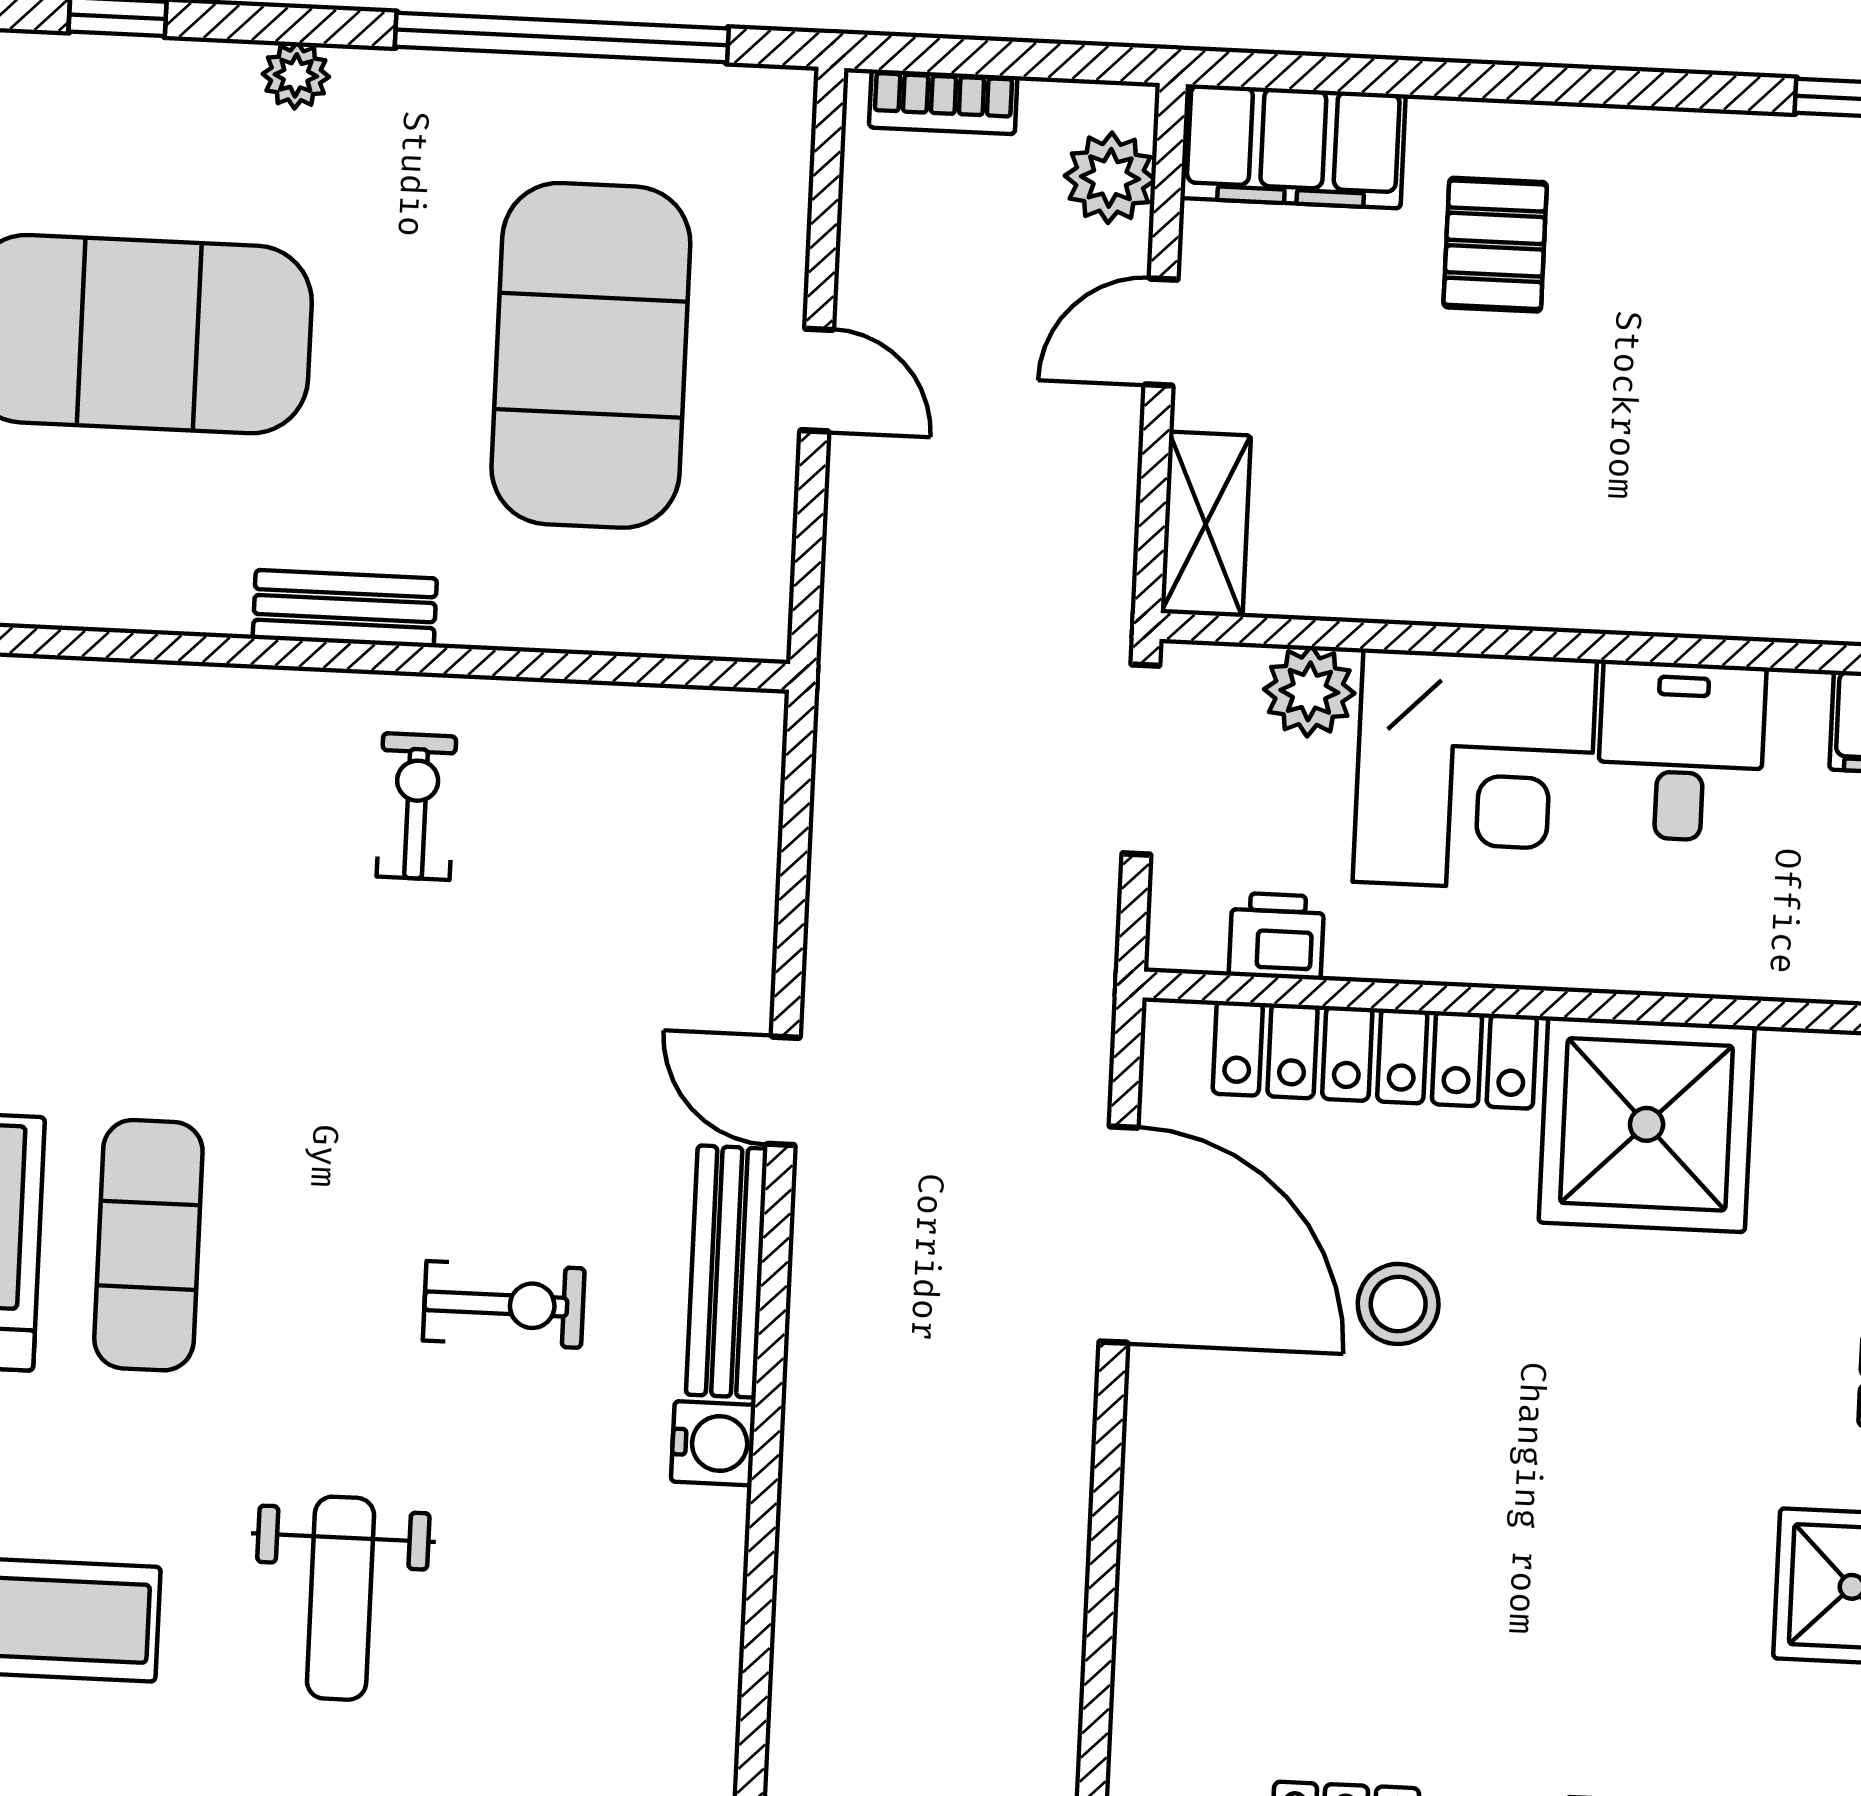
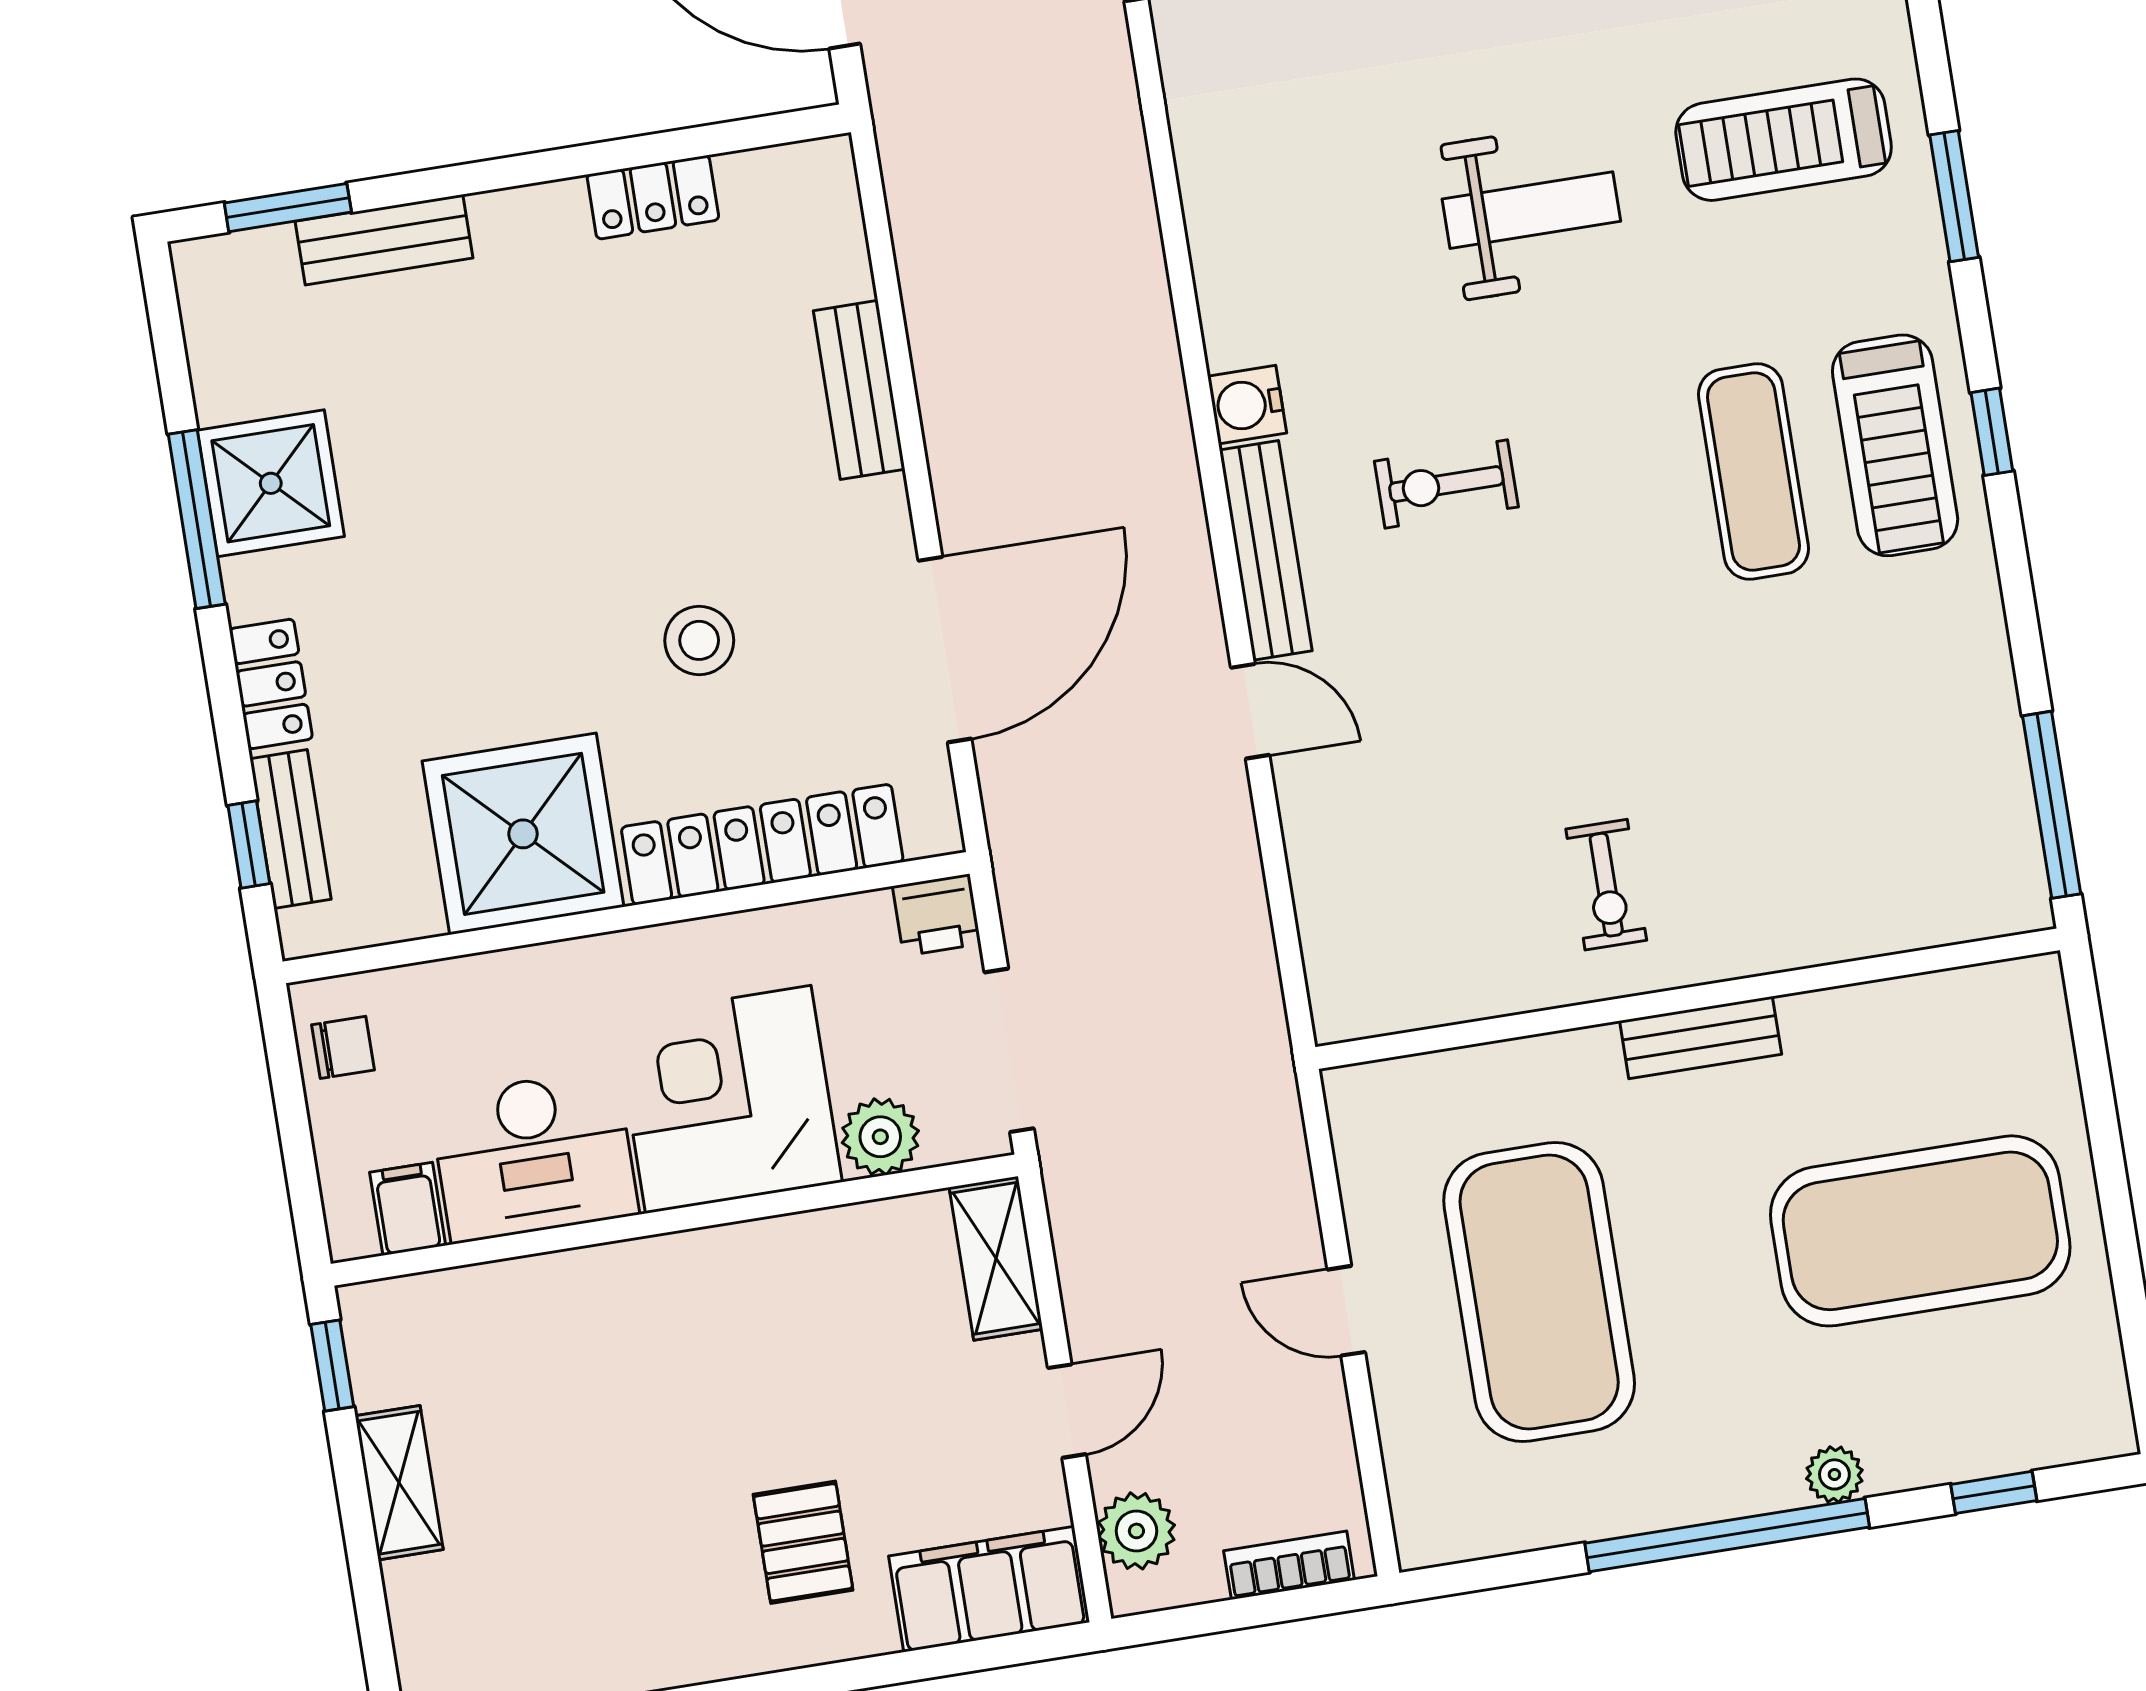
window: (562, 38) -> (1727, 1535), moved
desk: (1681, 751) -> (534, 1156), width x1.37
printer: (1276, 936) -> (937, 915), moved
door: (1118, 1235) -> (945, 650), swing flipped
bench: (1155, 1553) -> (859, 390), added
weight bench: (340, 1598) -> (1531, 210), turned 90

